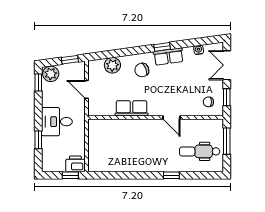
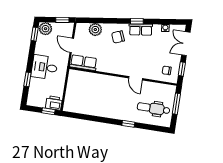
row of seats: (132, 108) -> (83, 63), moved

